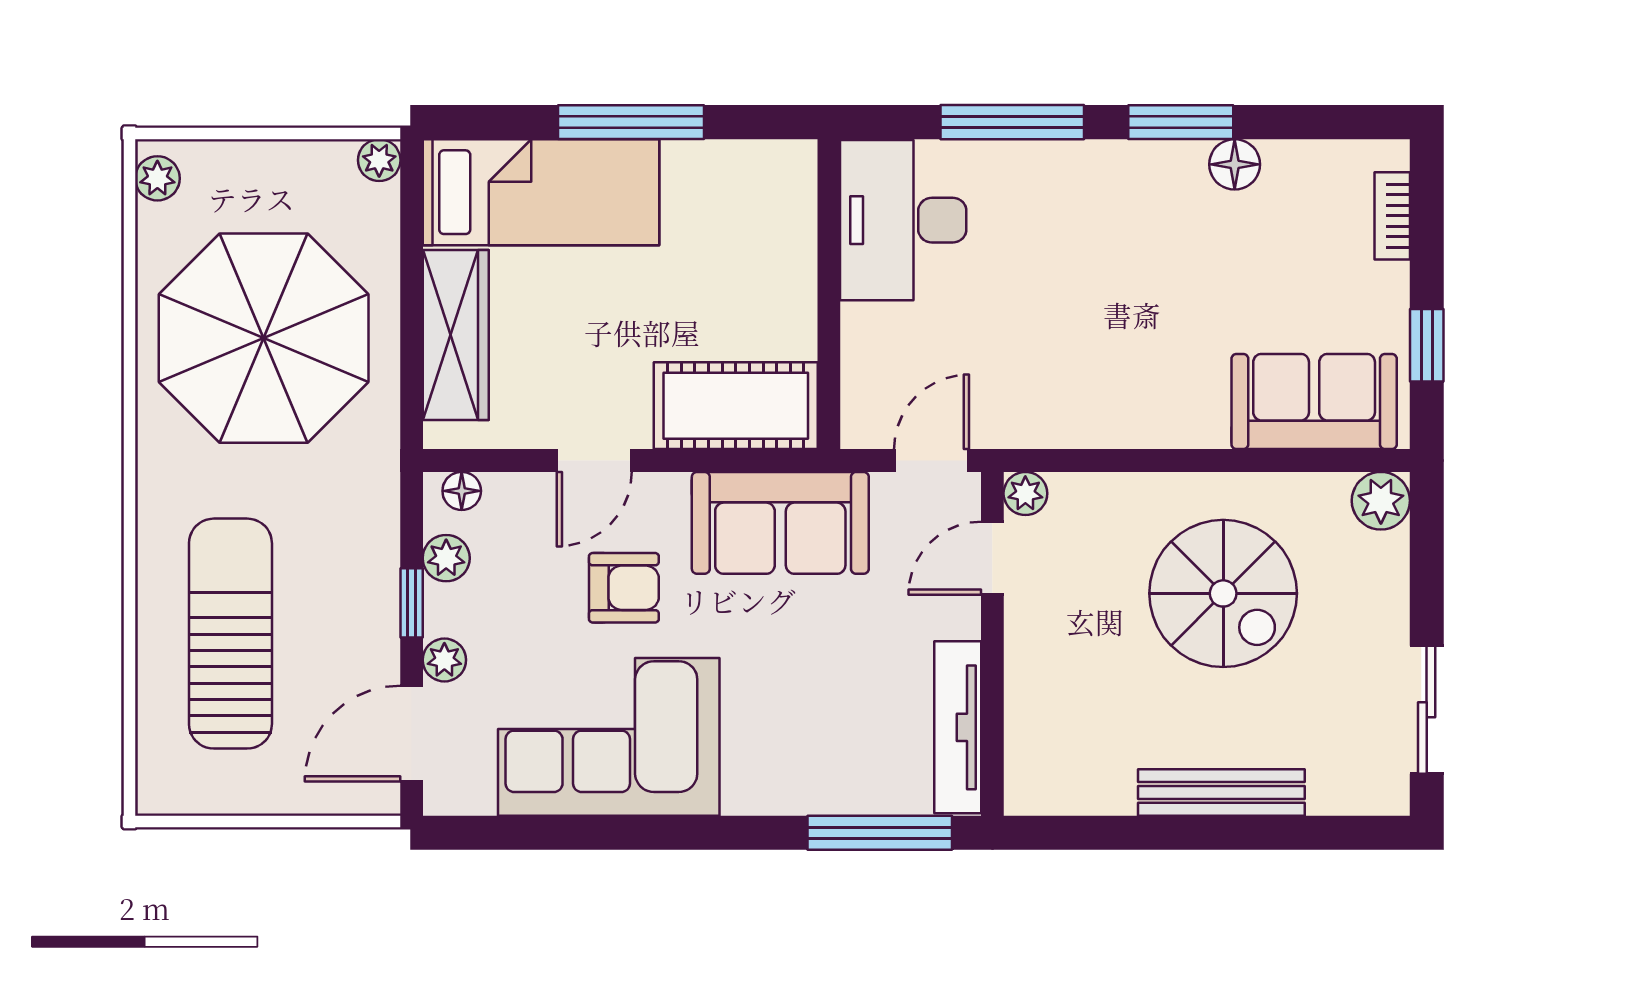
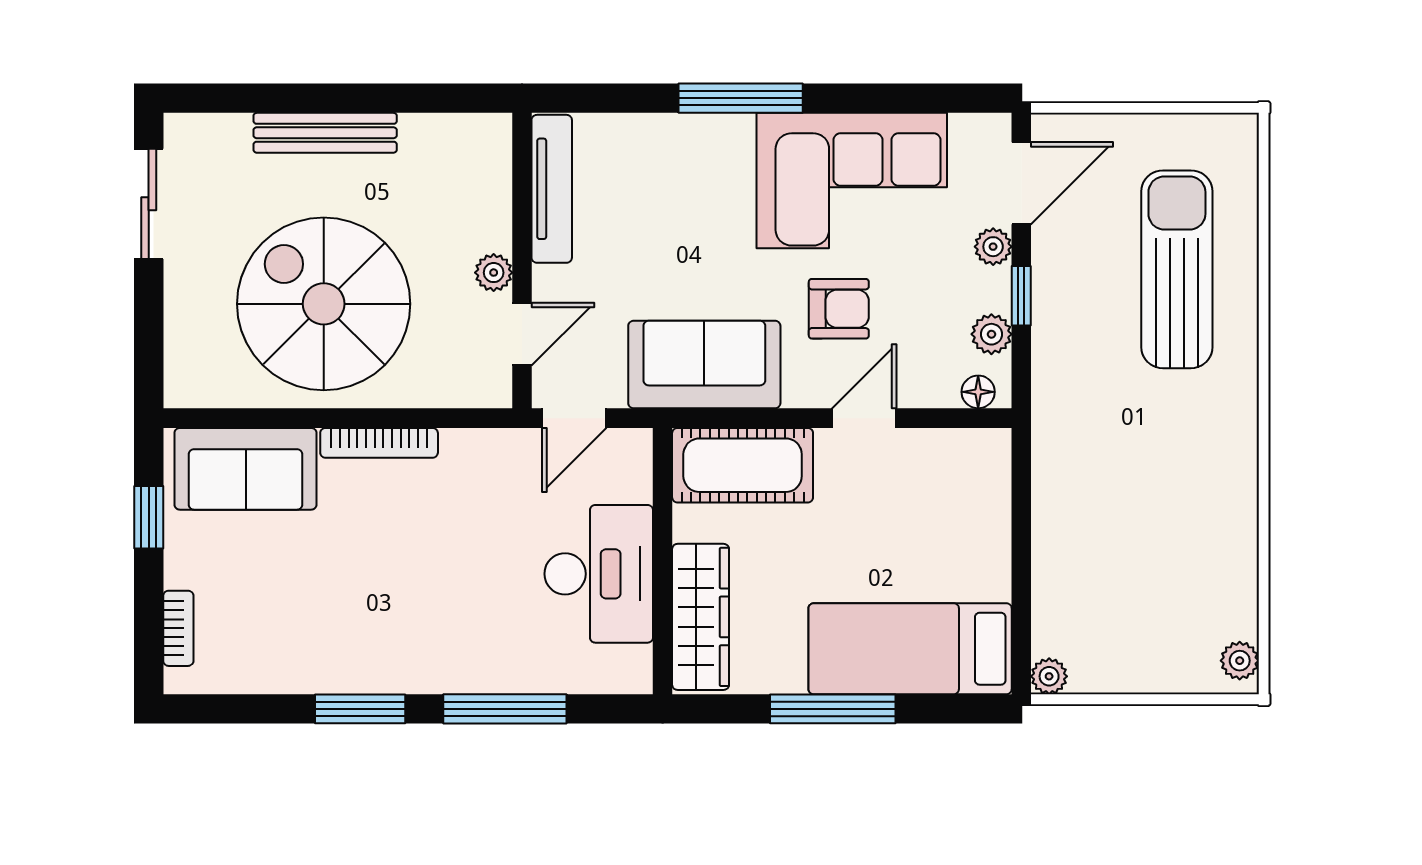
floor lamp: (1235, 164) -> (314, 673), removed
desk: (903, 220) -> (599, 574), moved
wardrobe: (456, 335) -> (701, 617), moved, turned 180
parasol: (264, 338) -> (1148, 523), removed
bookcase: (1159, 432) -> (379, 443), added
plant: (1025, 493) -> (494, 273), moved
plant: (1381, 501) -> (188, 384), removed
armchair: (624, 588) -> (839, 309), turned 180
spiral stairs: (1223, 593) -> (324, 304), width x1.37, depth x1.37
sun lounger: (230, 634) -> (1177, 269), turned 180
window: (880, 833) -> (741, 98), moved

